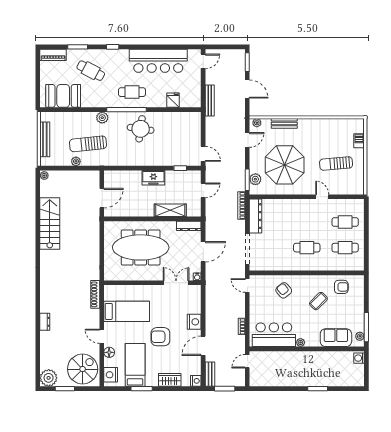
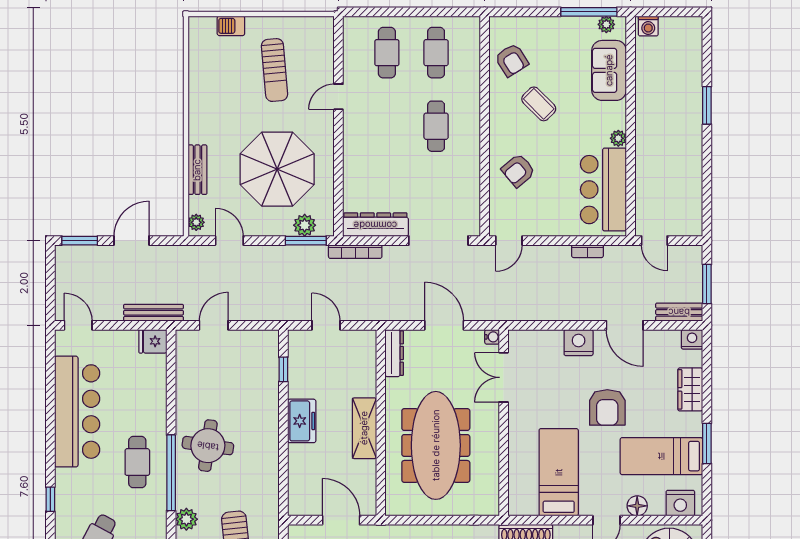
fridge: (173, 100) -> (153, 341), moved
door: (203, 154) -> (214, 325), moved
shelving: (170, 210) -> (364, 428), moved
armchair: (341, 287) -> (512, 60), turned 148

